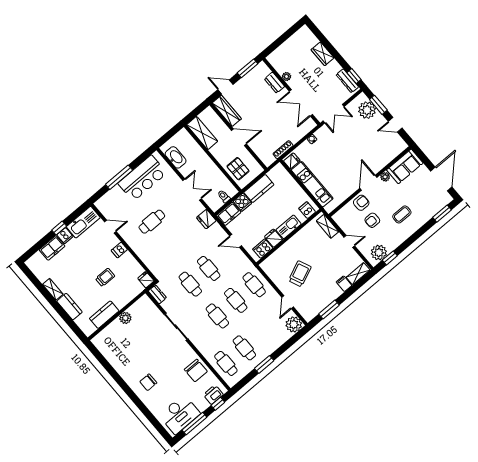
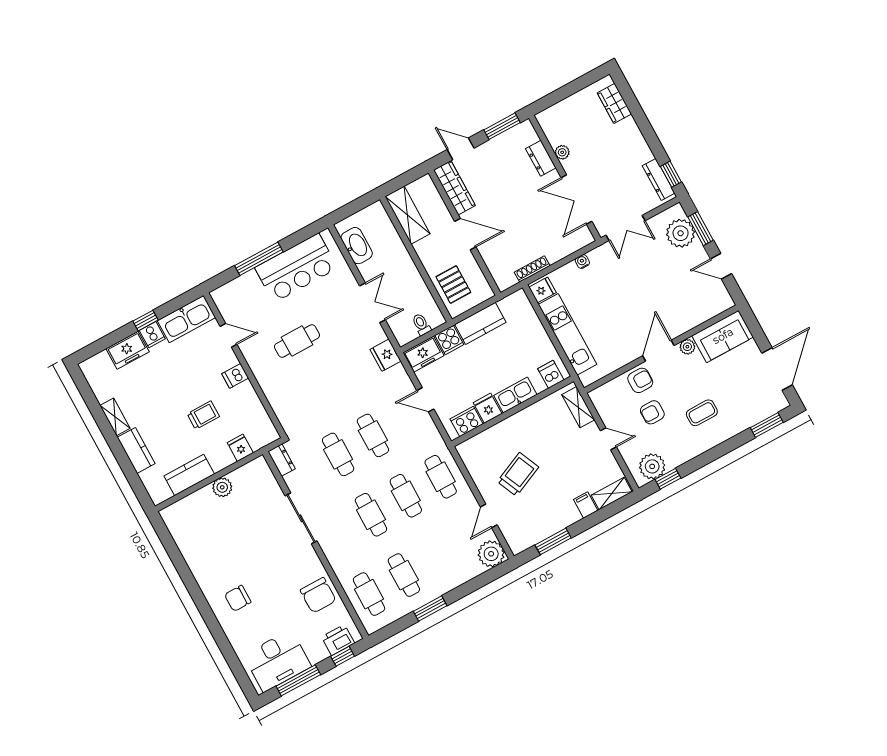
wardrobe: (323, 54) -> (614, 103), moved
fridge: (146, 280) -> (240, 448), moved

